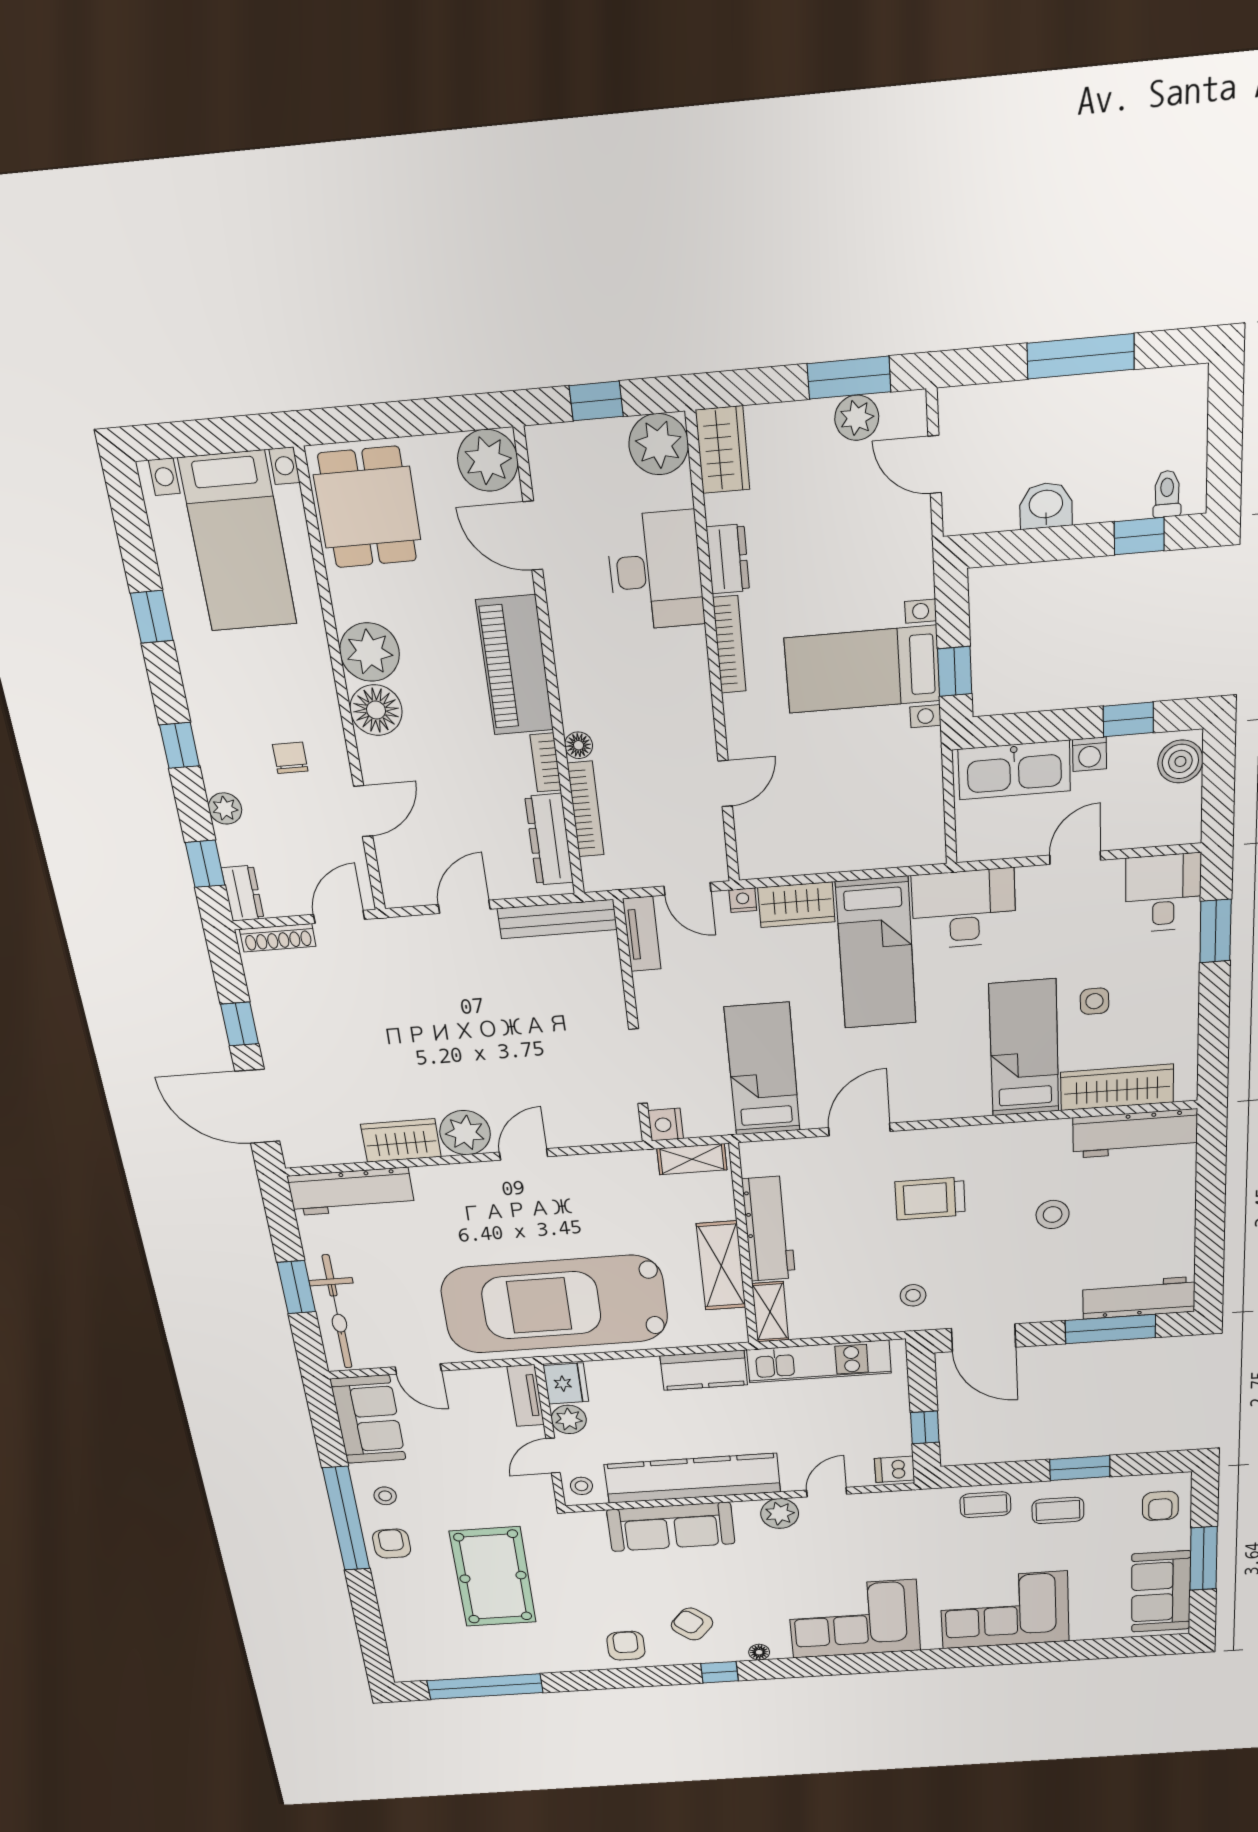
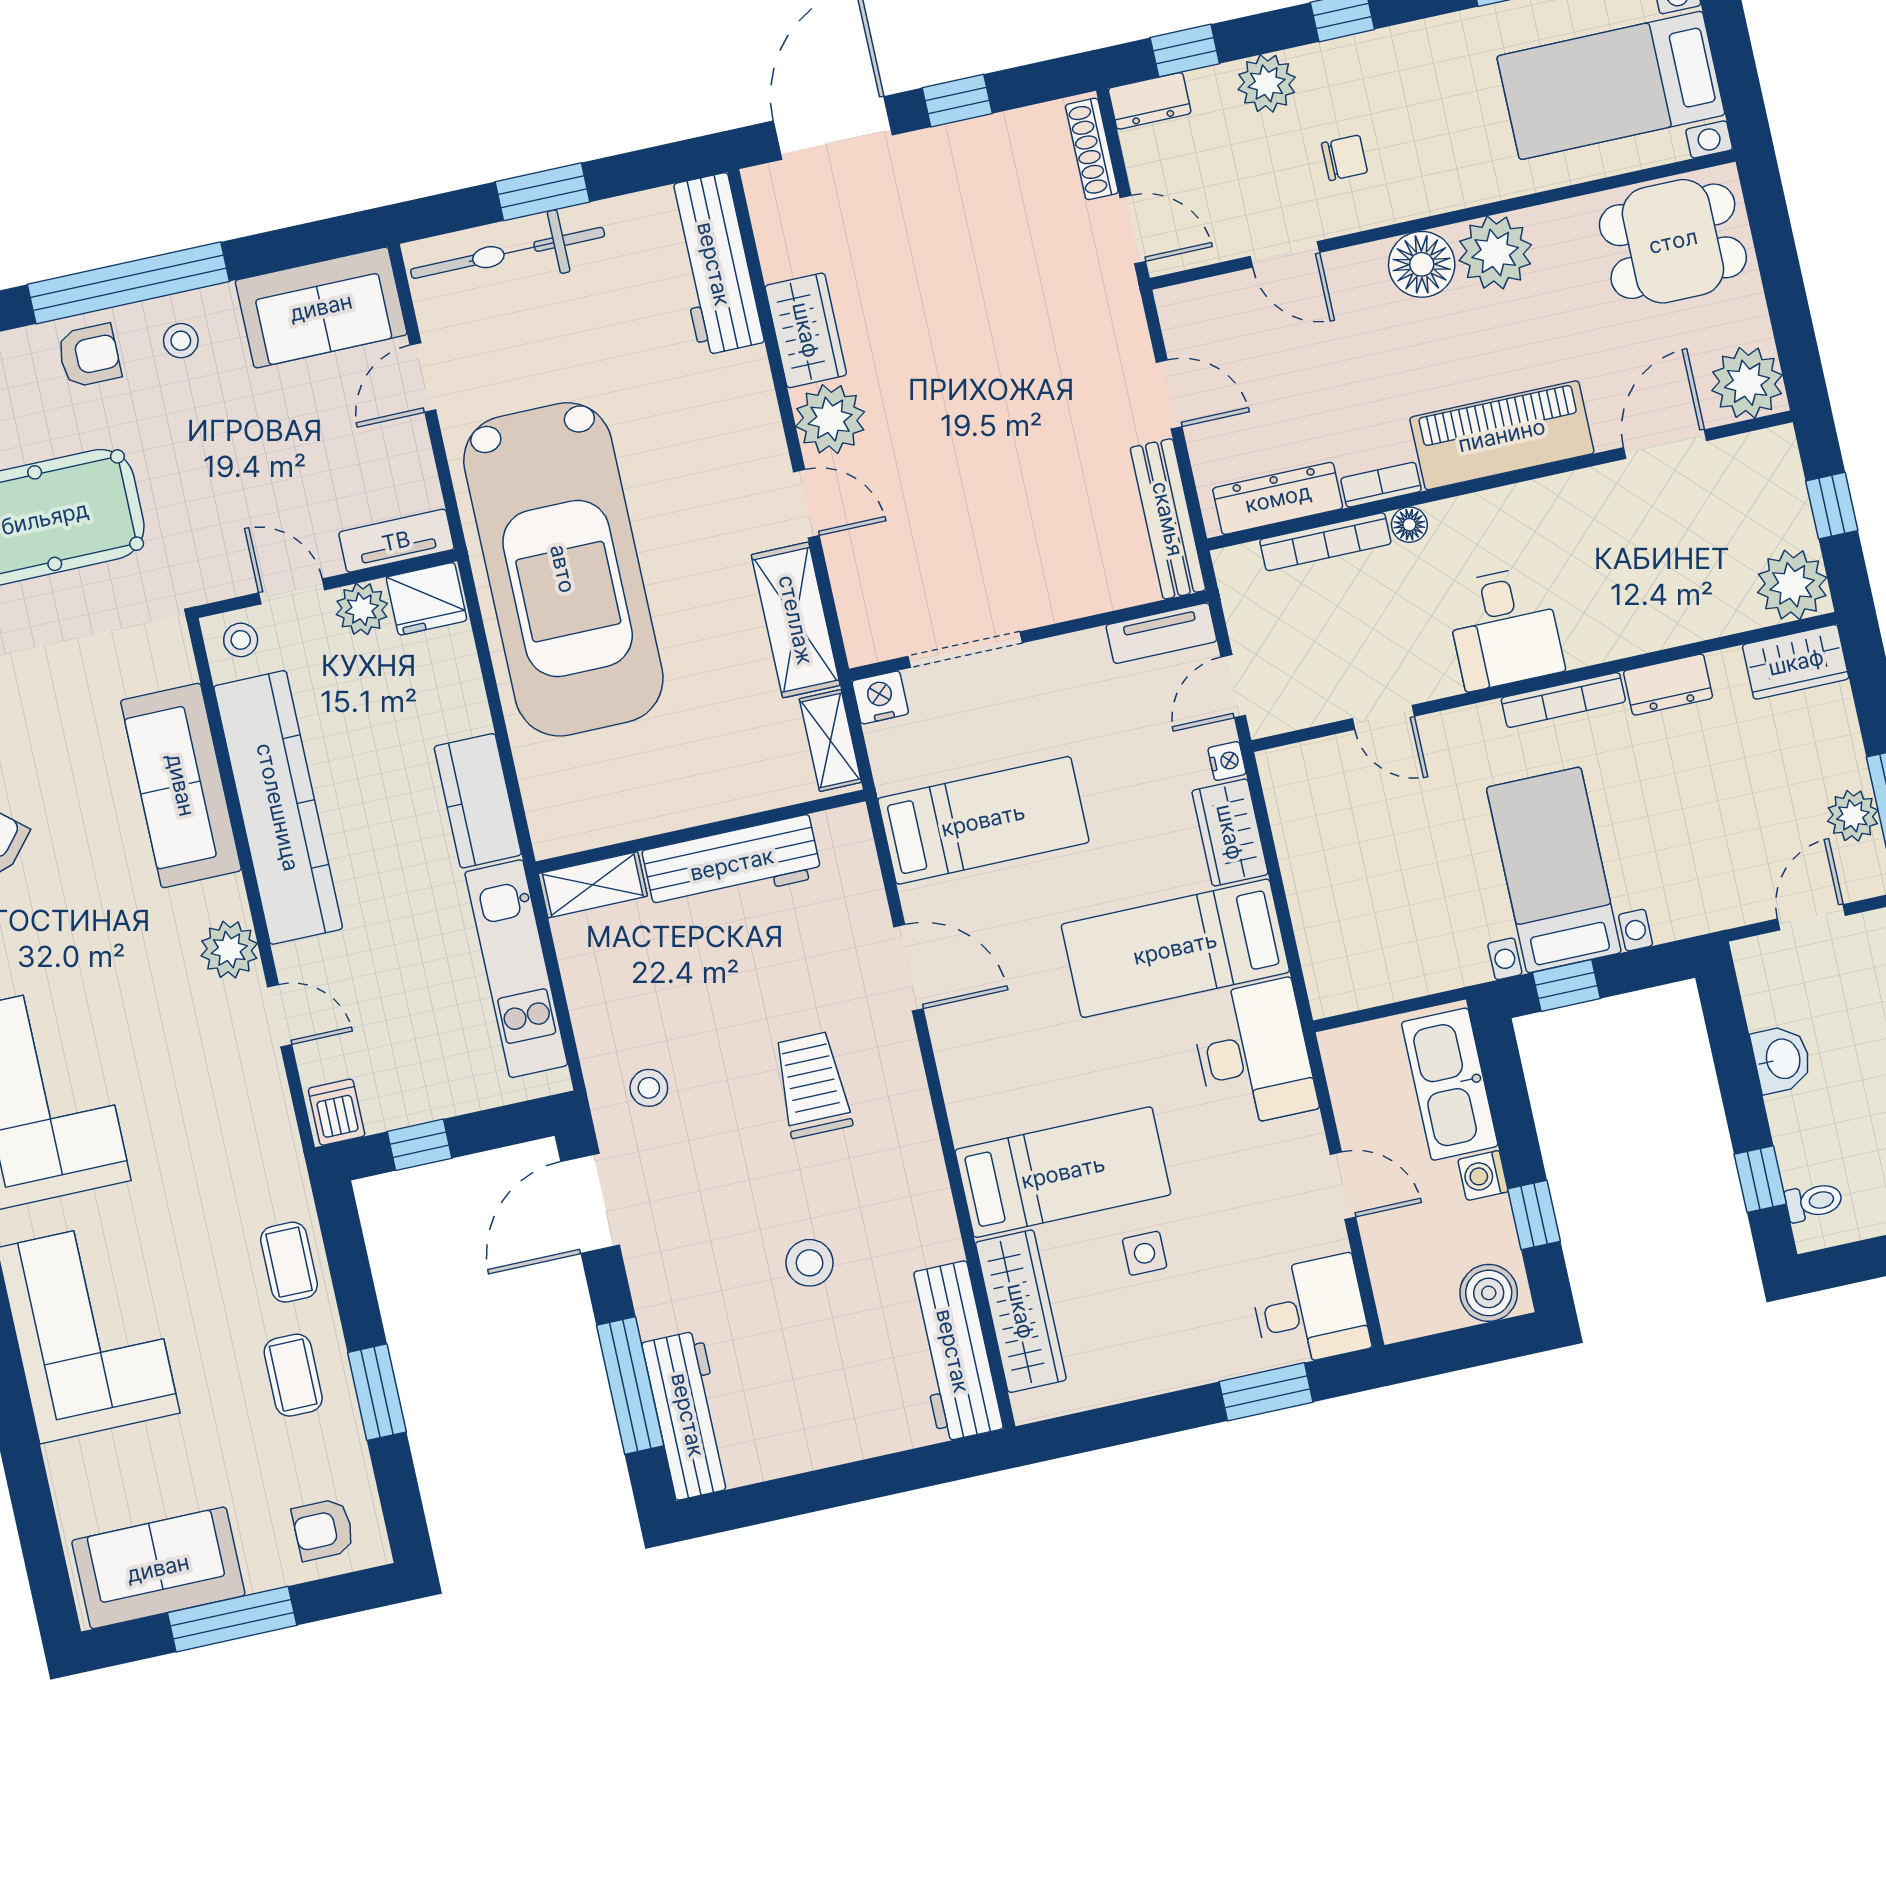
desk: (655, 571) -> (1504, 628), moved, width x0.73
plant: (225, 809) -> (1267, 83), width x1.38, depth x1.38
shelving: (721, 1266) -> (796, 620), moved, turned 90
car: (555, 1304) -> (563, 569), turned 180

